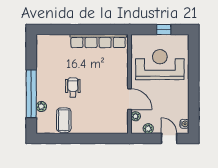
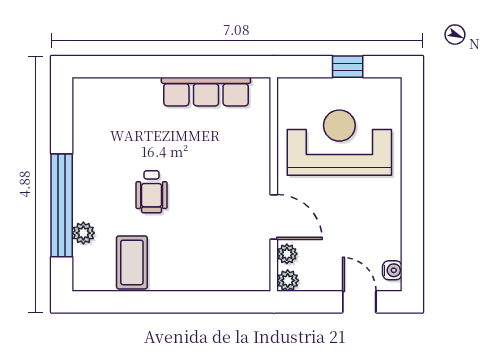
row of seats: (98, 41) -> (206, 92), width x0.73
wheelchair: (73, 87) -> (152, 192), turned 180
plant: (148, 129) -> (288, 281), moved

